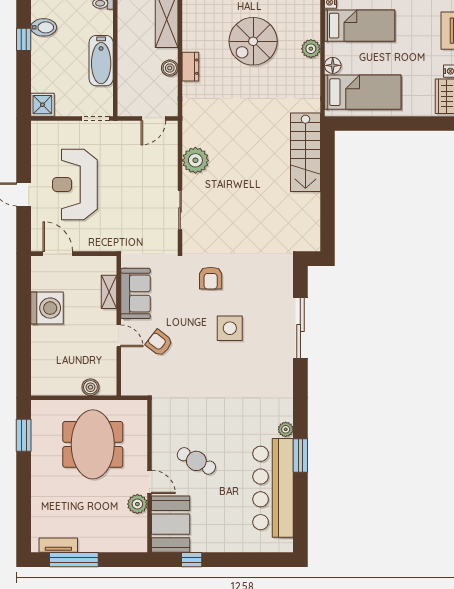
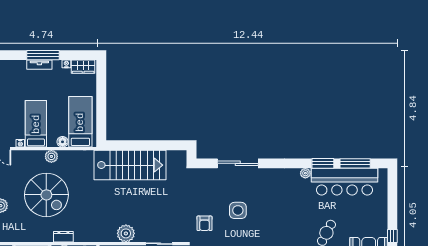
spiral stairs: (253, 41) -> (46, 195), width x1.37, depth x1.37
stairs: (305, 152) -> (130, 165), width x1.36, depth x1.51
armchair: (211, 278) -> (204, 223), turned 90
window: (300, 504) -> (355, 163), added

